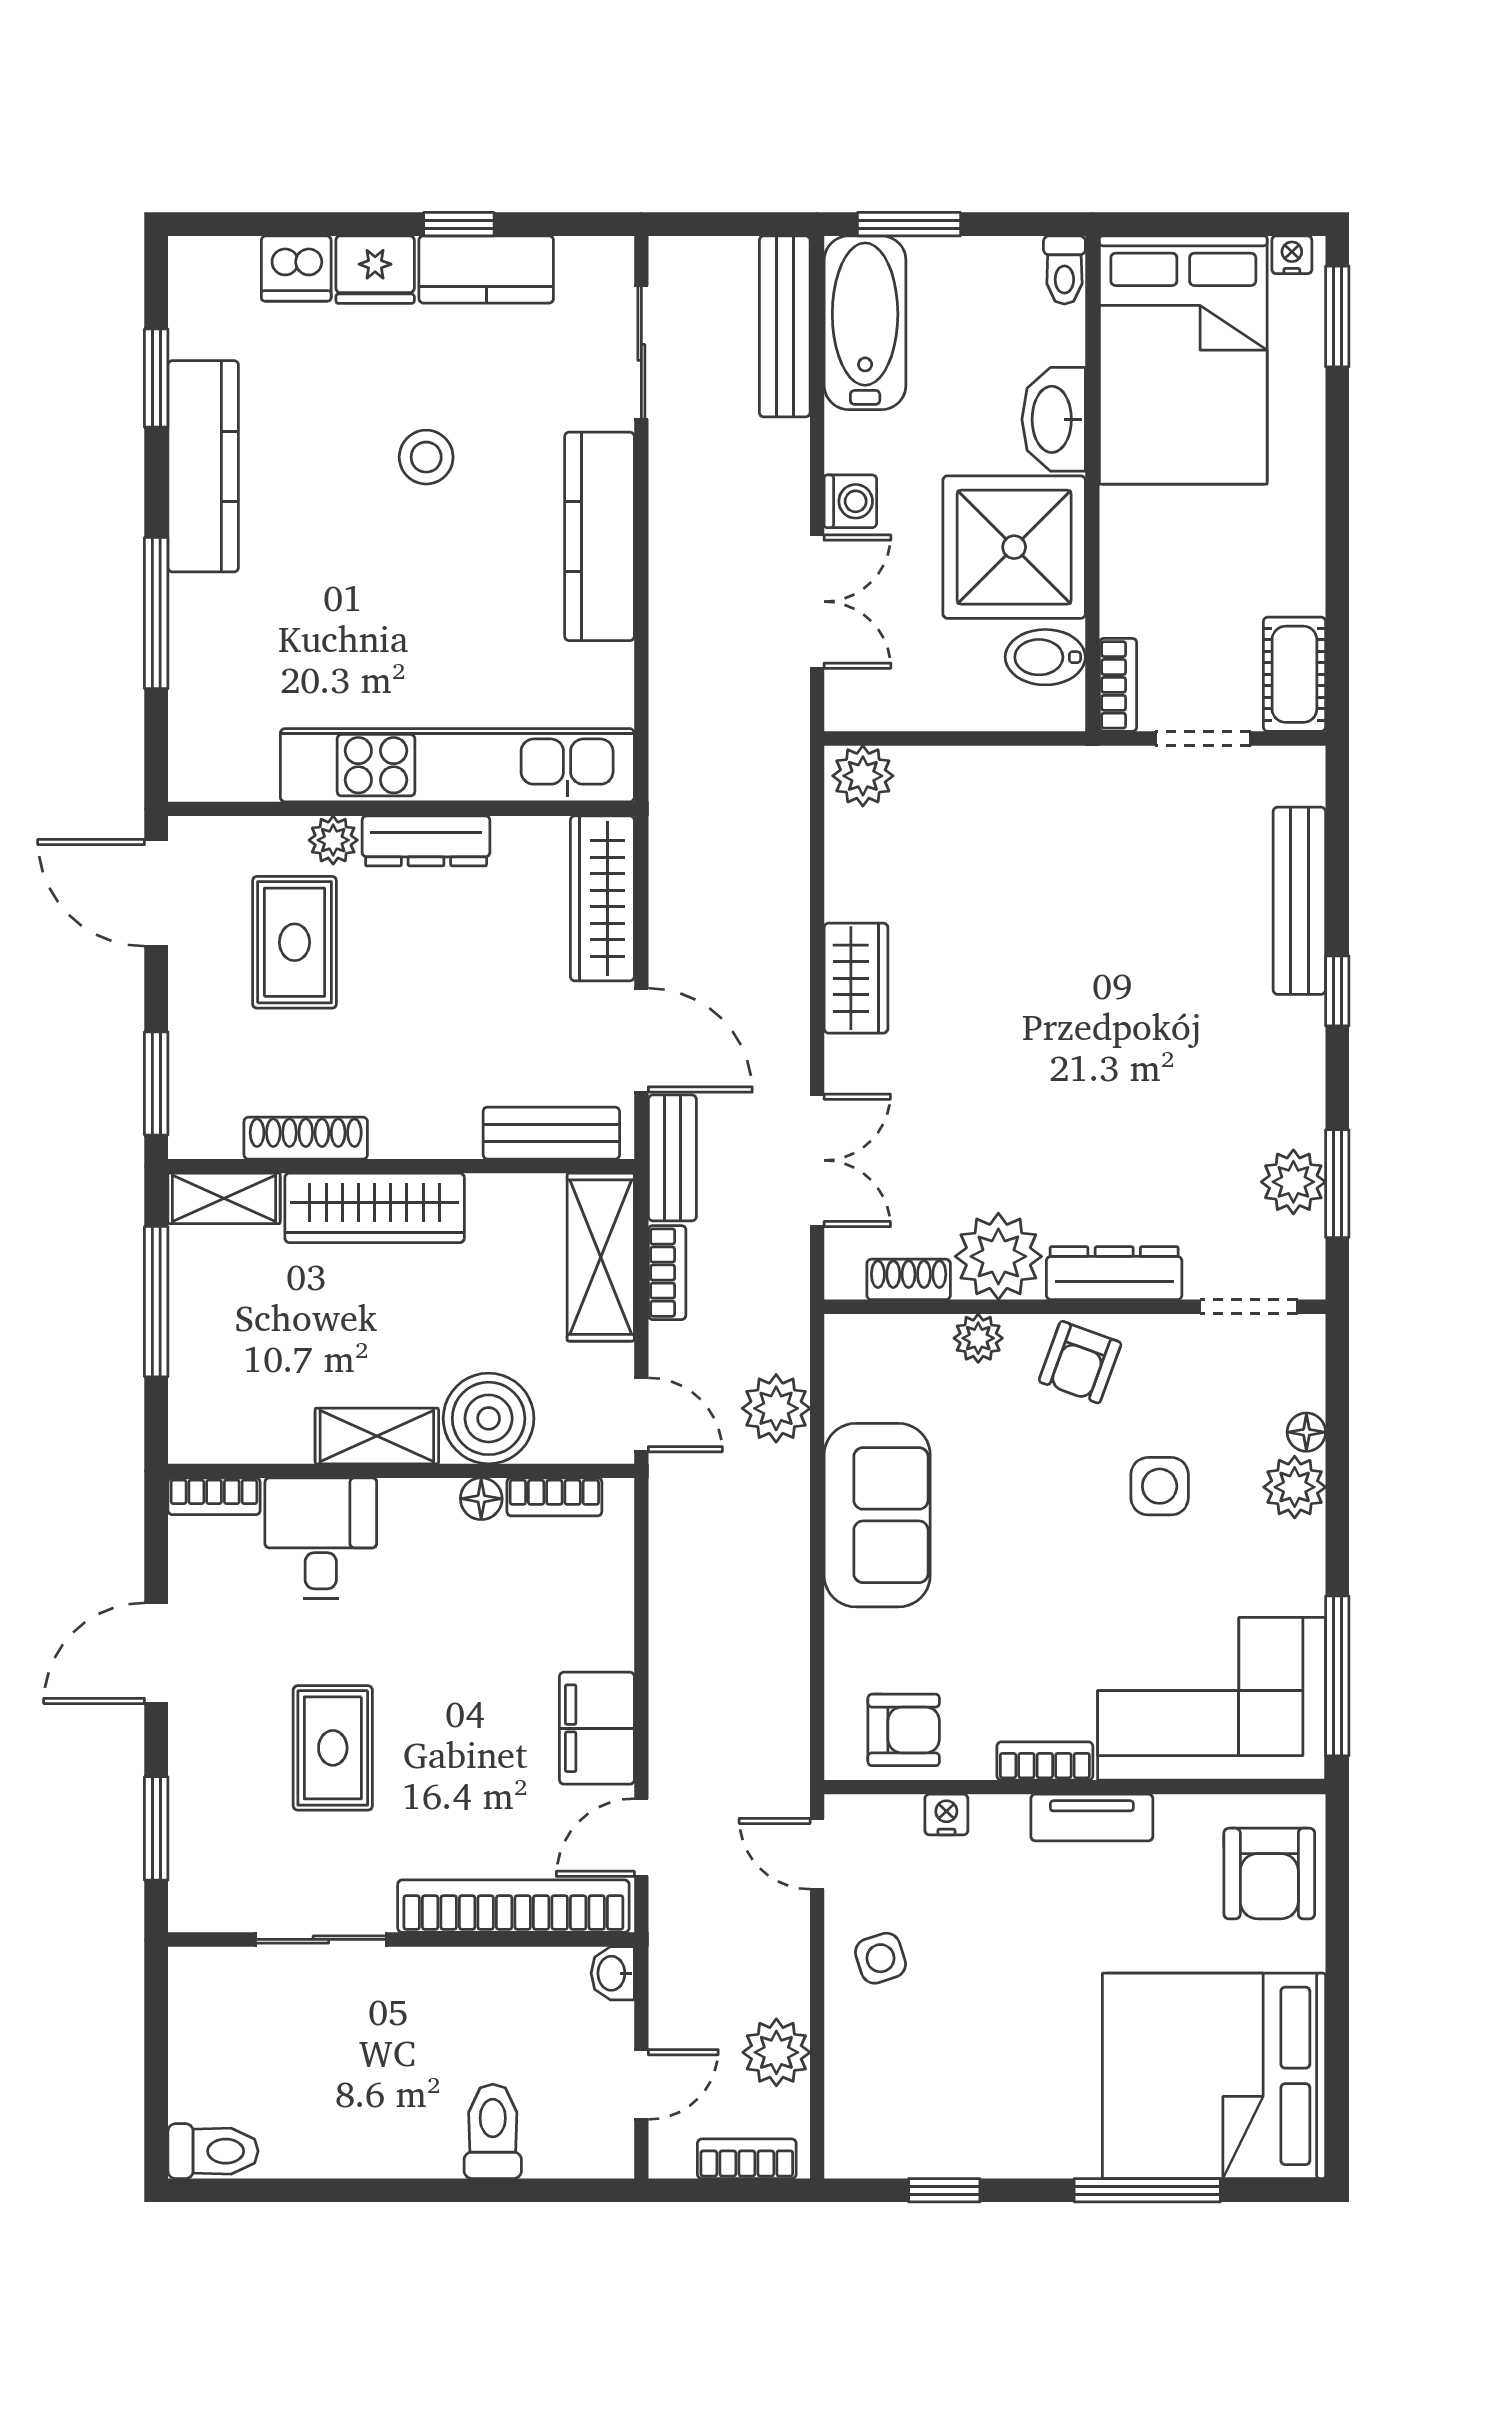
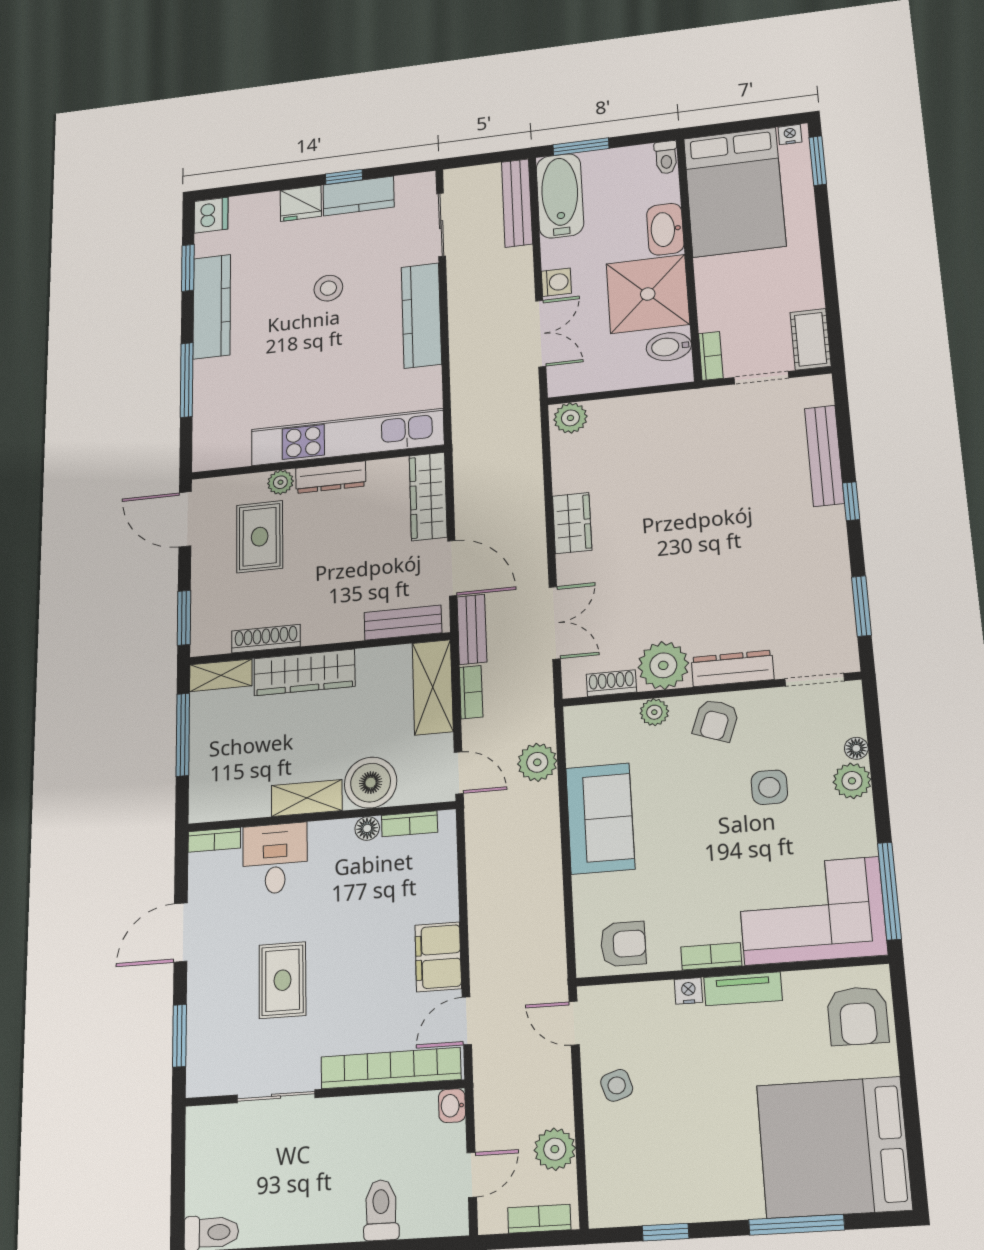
dishwasher: (296, 268) -> (211, 215), moved, turned -90
plant: (1293, 1182) -> (835, 608), removed
nightstand: (946, 1815) -> (688, 991), moved

